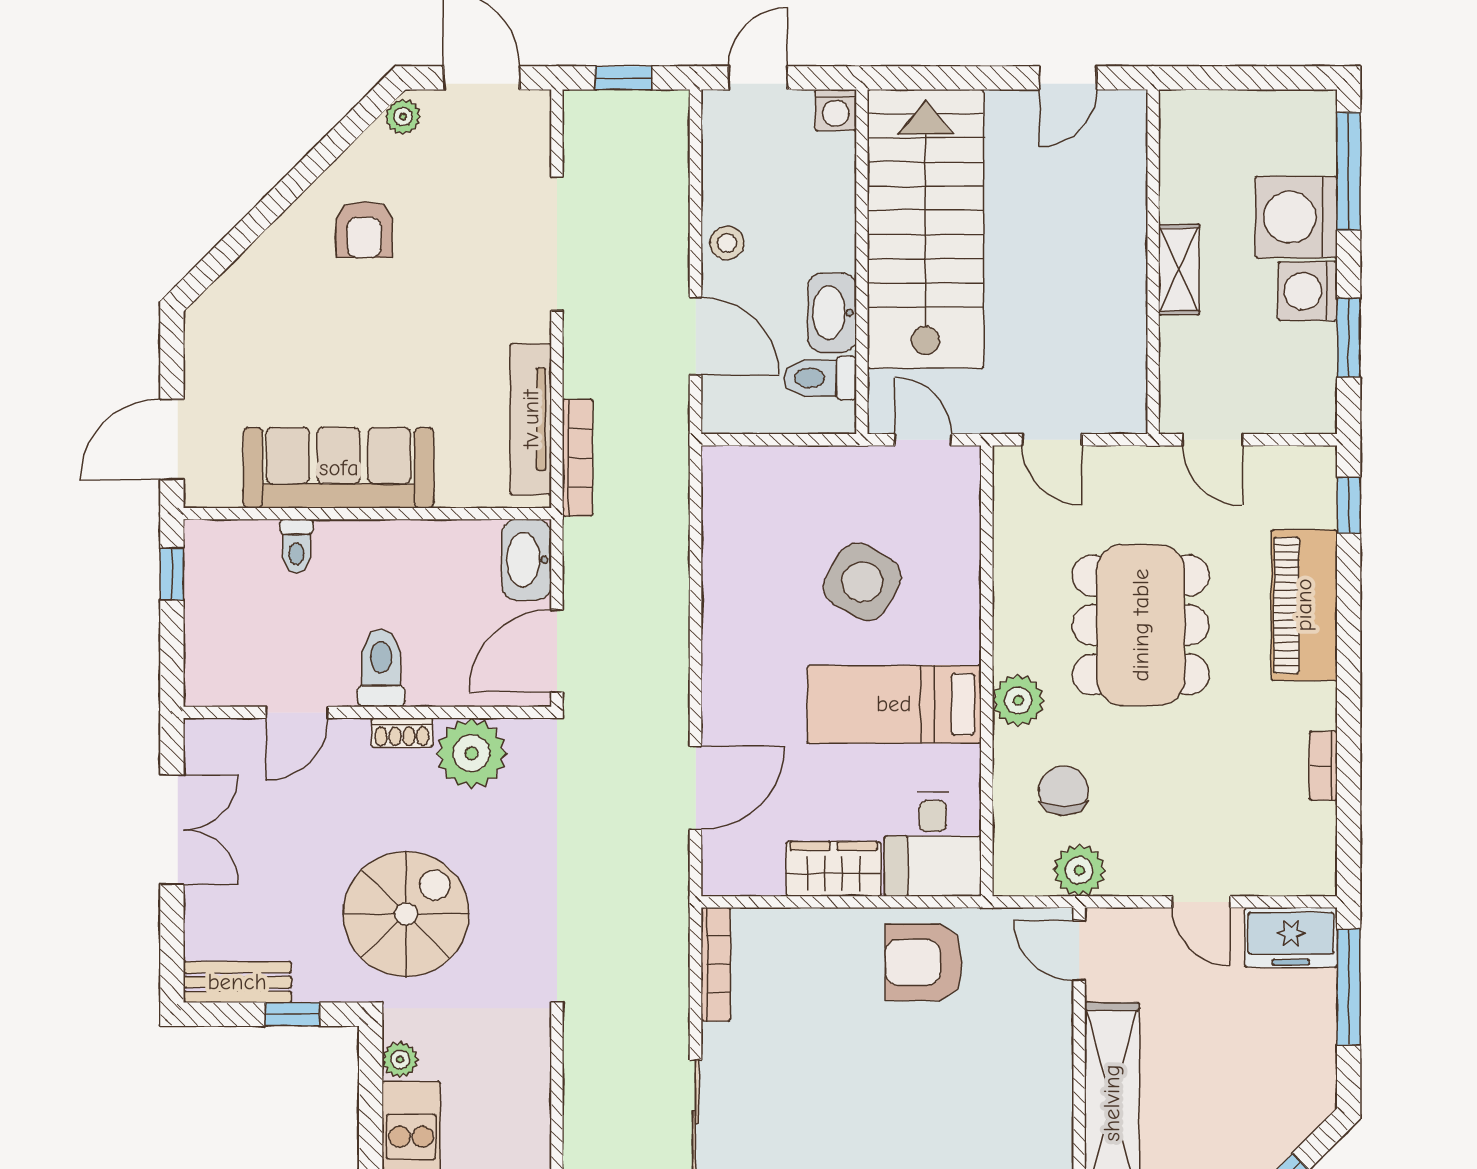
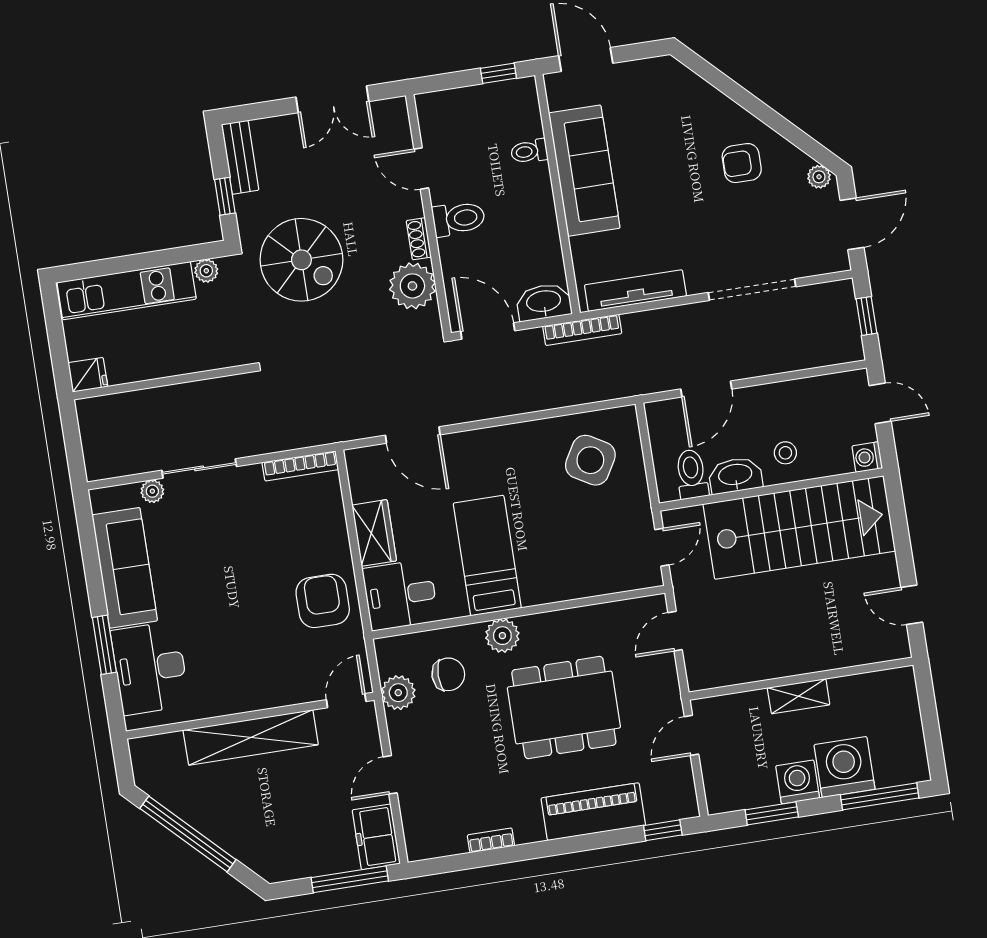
stool: (727, 243) -> (785, 453), moved
bookcase: (577, 458) -> (582, 330), moved
side table: (862, 582) -> (590, 460), moved

